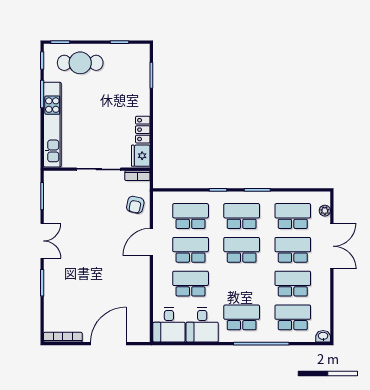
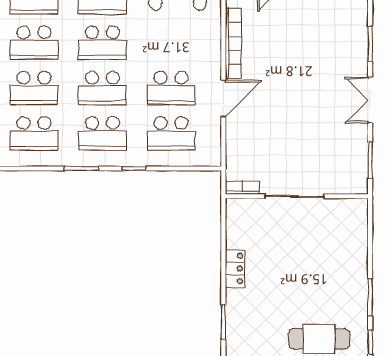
kitchen unit: (52, 125) -> (356, 256), removed
locker: (143, 130) -> (235, 268), moved
fridge: (141, 156) -> (238, 214), removed
armchair: (135, 205) -> (245, 149), removed
bookcase: (144, 283) -> (233, 43), added
school desk: (191, 284) -> (102, 43), moved

